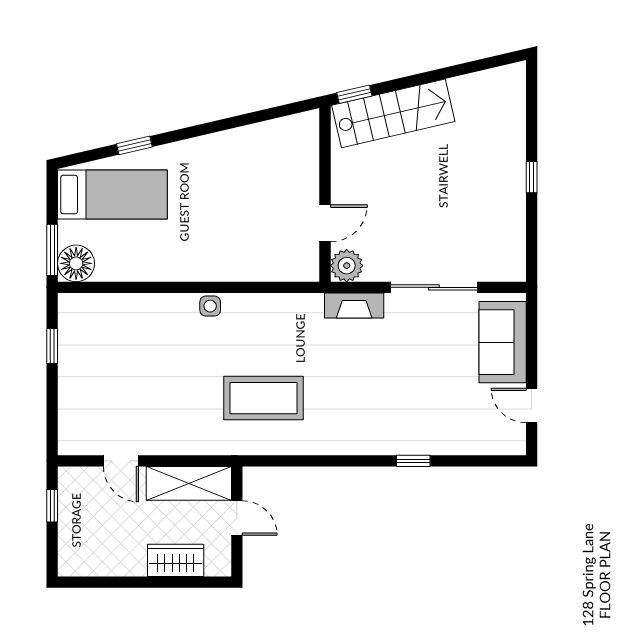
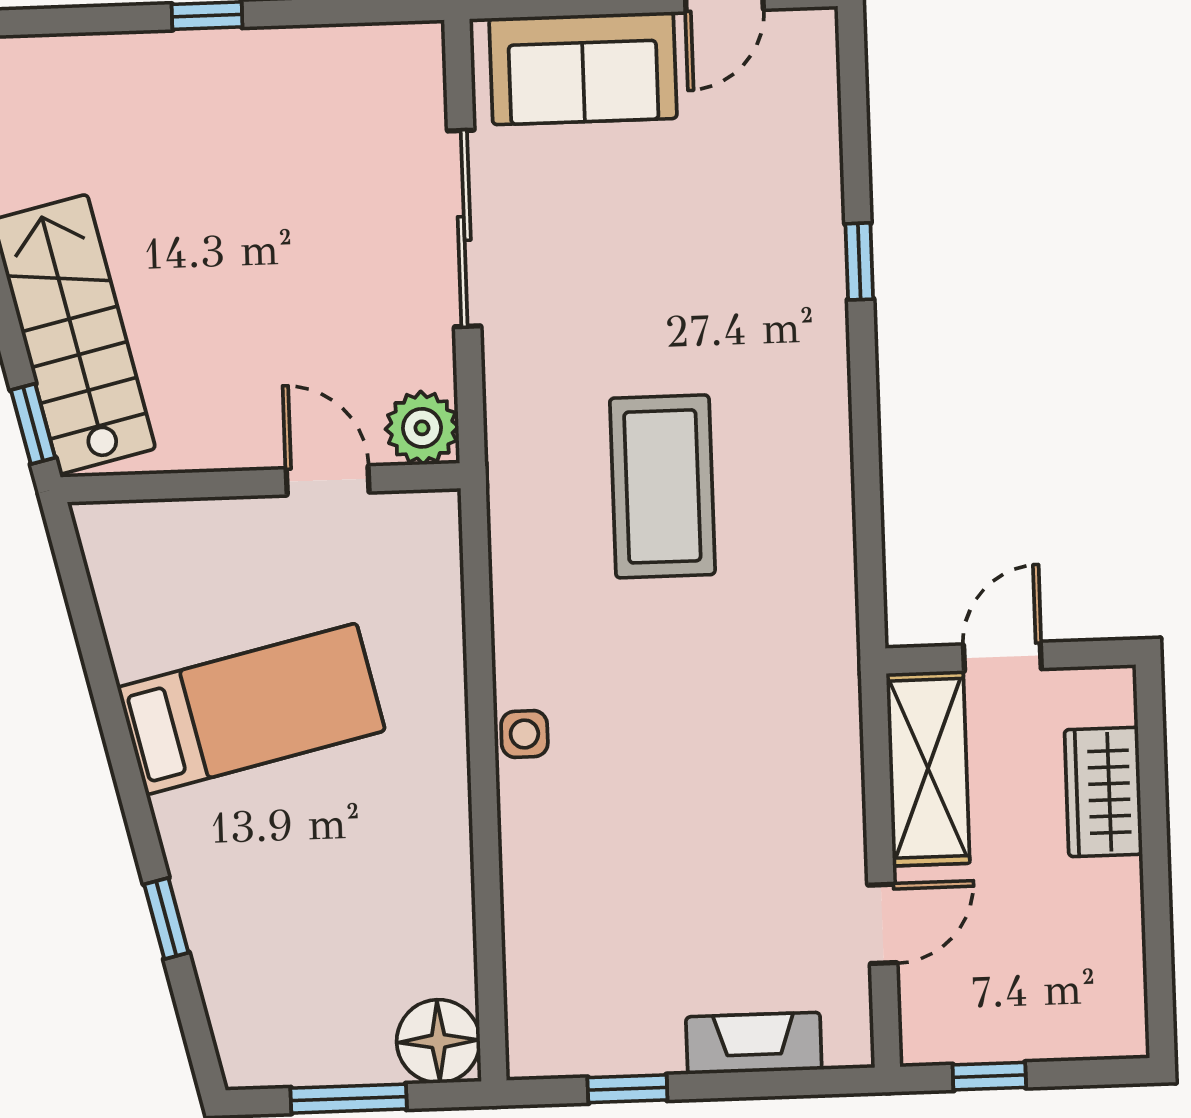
bed: (112, 195) -> (251, 709), moved, turned 77
window: (52, 250) -> (349, 1099), moved
fireplace: (354, 305) -> (754, 1043), moved, turned -90
coffee table: (264, 398) -> (662, 486), moved

